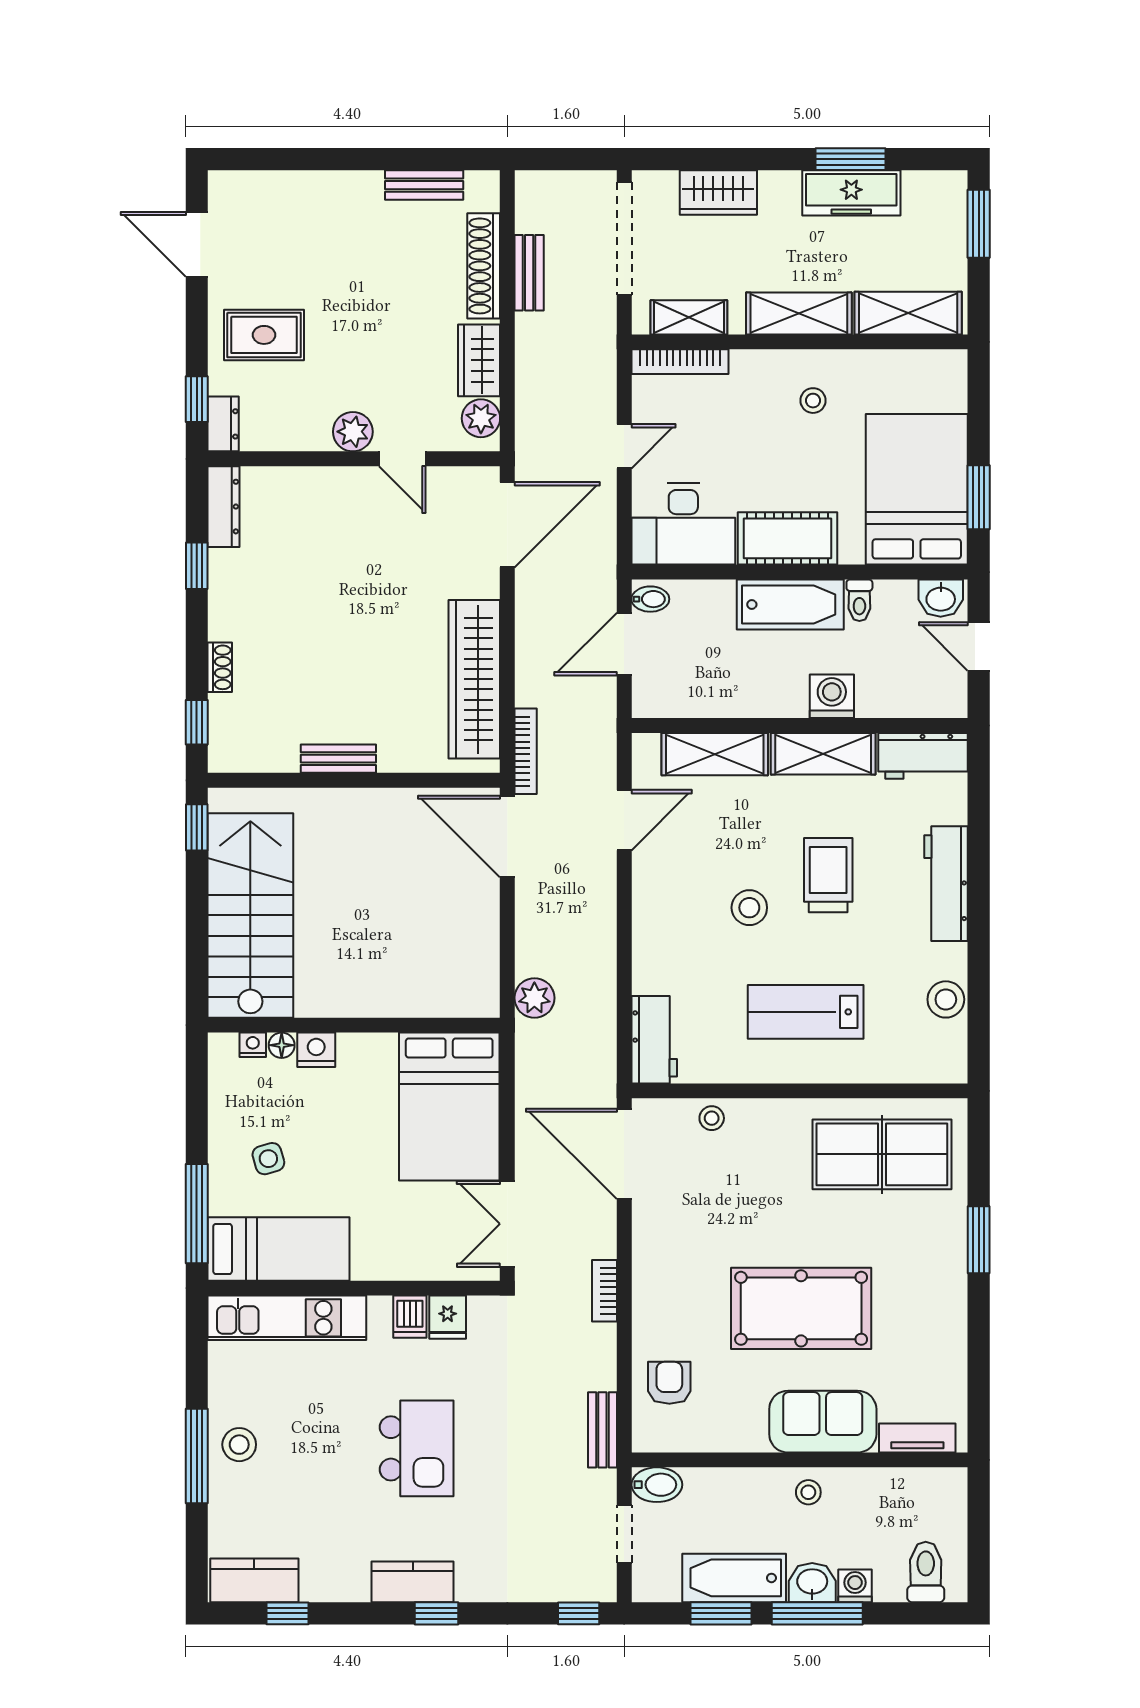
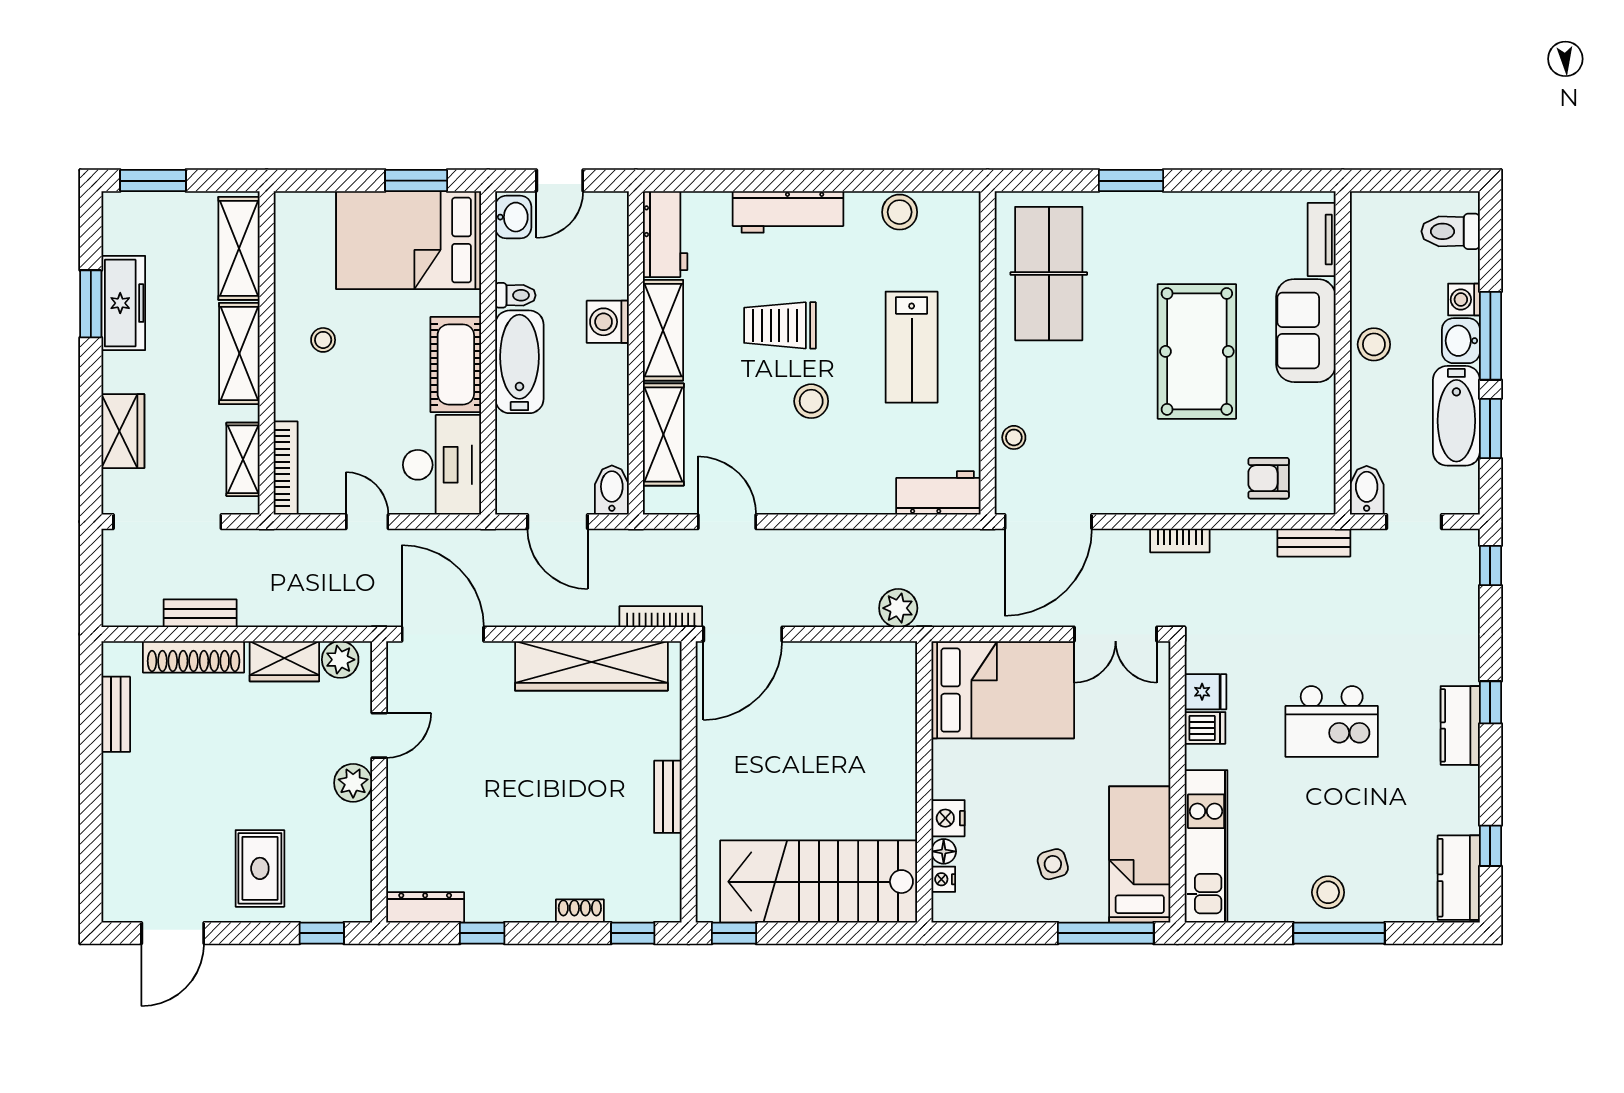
dresser: (223, 424) -> (346, 908), removed
bidet: (650, 599) -> (612, 490), moved, width x1.38, depth x1.36
kitchen island: (417, 1448) -> (1332, 721), turned 180
stool: (808, 1492) -> (1374, 344), width x1.37, depth x1.37

